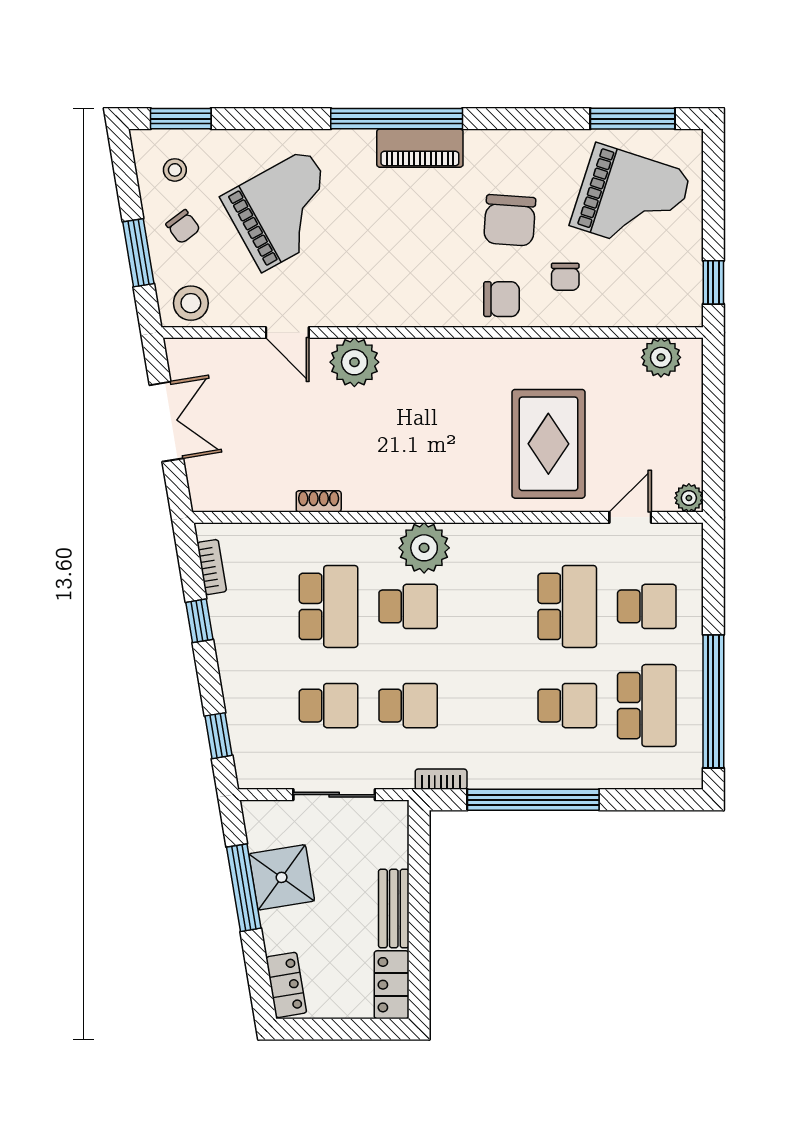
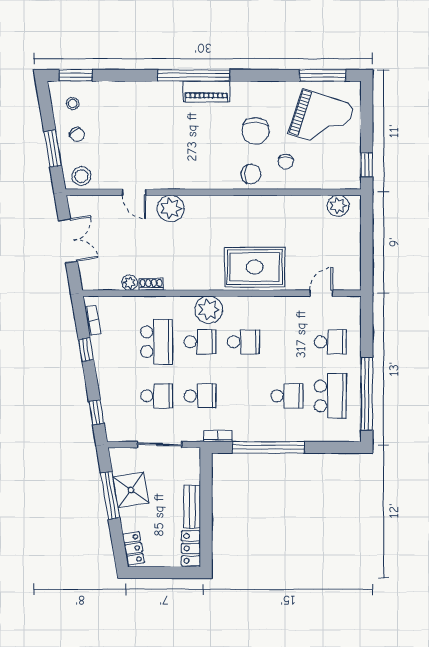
grand piano: (285, 210) -> (133, 125), removed
rug: (548, 444) -> (255, 267), moved, turned 90
plant: (689, 498) -> (130, 283), moved
school desk: (567, 606) -> (243, 342), moved, width x0.54

